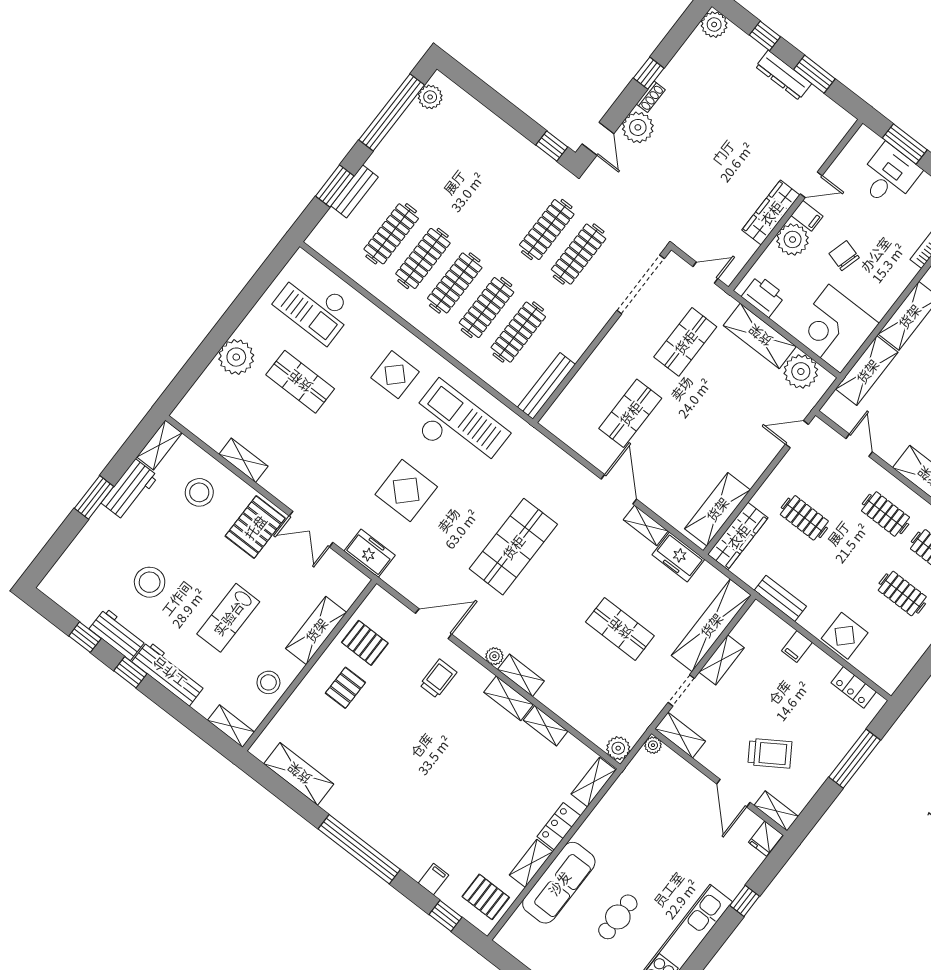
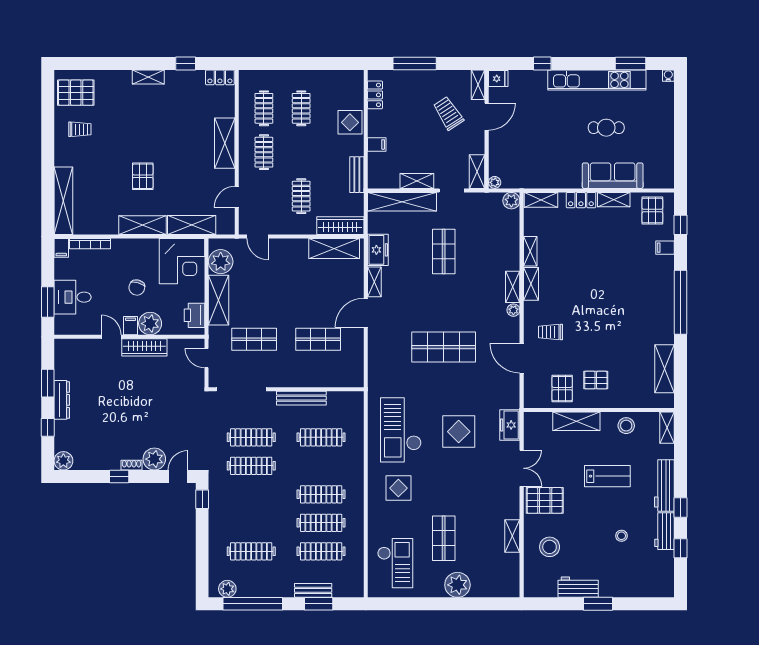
clothes rail: (487, 308) -> (251, 551), moved
bench: (547, 386) -> (301, 398), moved
shelving: (159, 445) -> (540, 590), removed
stool: (150, 582) -> (621, 536), width x0.53, depth x0.53

